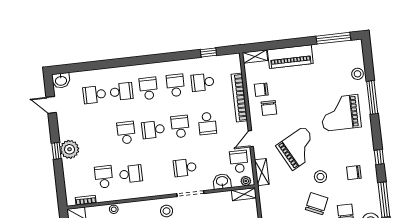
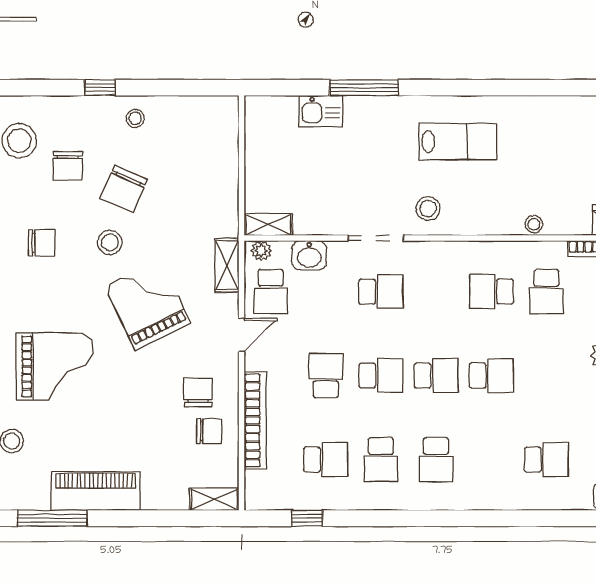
piano: (290, 57) -> (96, 491), moved
school desk: (121, 92) -> (491, 460), removed
school desk: (180, 127) -> (381, 376), turned -90
school desk: (126, 133) -> (491, 376), turned -90
grand piano: (299, 148) -> (147, 305), turned 92

